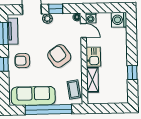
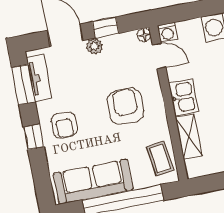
armchair: (59, 56) -> (126, 106), turned 35
armchair: (22, 61) -> (64, 125), turned -90

